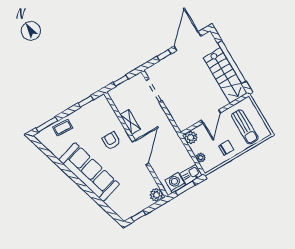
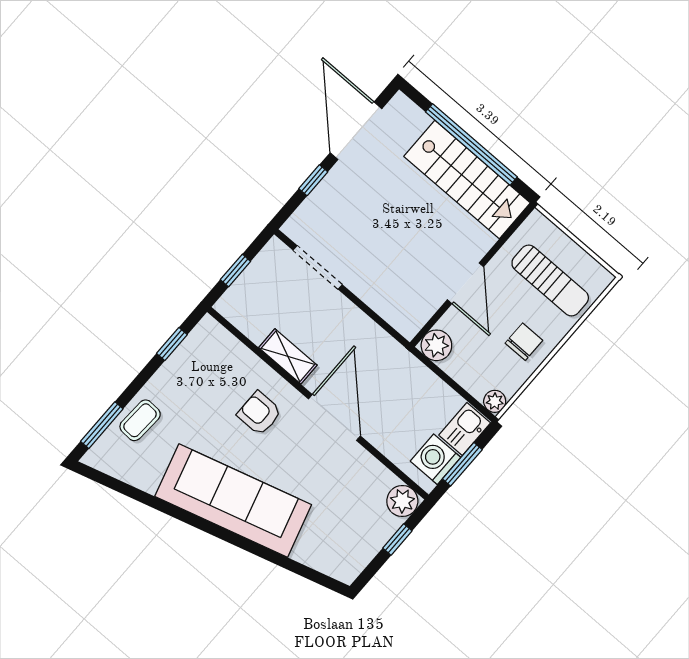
plant: (201, 158) -> (495, 401), moved
window: (138, 216) -> (397, 539), moved

